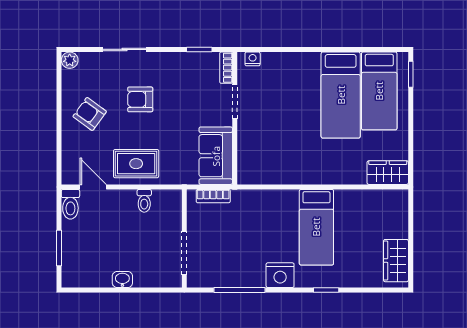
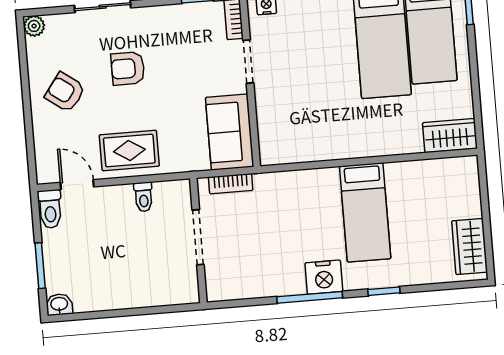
doorway: (184, 253) -> (198, 237), moved
washbasin: (122, 279) -> (59, 304), moved
window: (240, 290) -> (310, 297), moved

